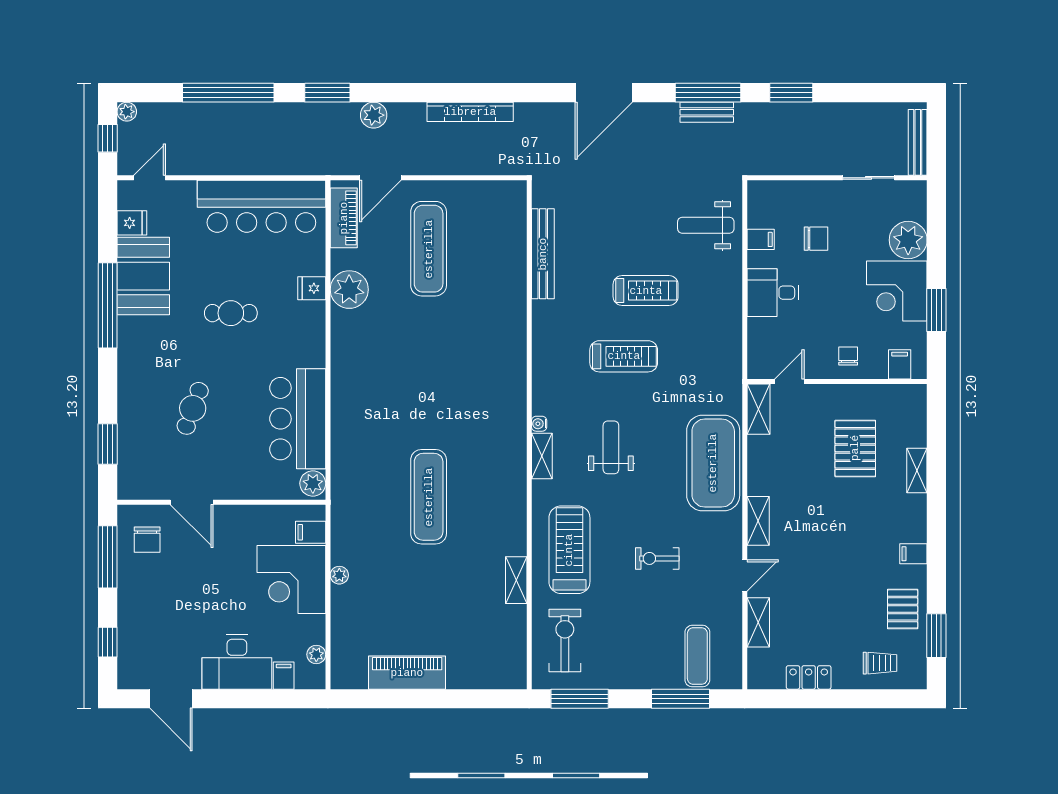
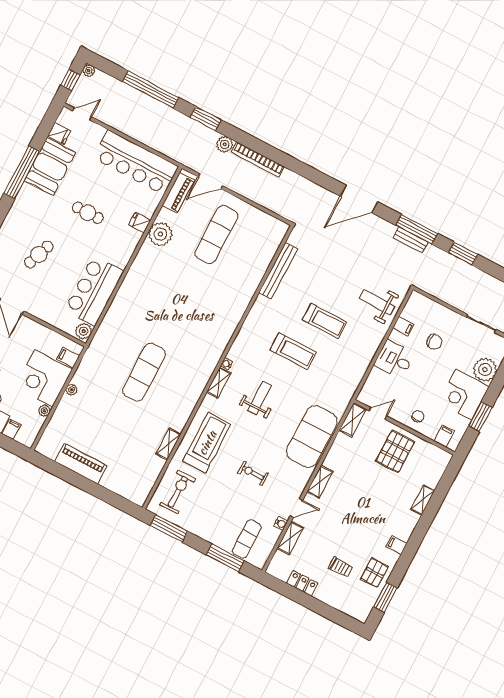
bookcase: (470, 112) -> (258, 159), moved
pallet: (855, 448) -> (395, 452), moved
water cooler: (734, 609) -> (281, 524), added
plant: (316, 654) -> (44, 411), moved
trolley: (880, 663) -> (340, 567), moved

